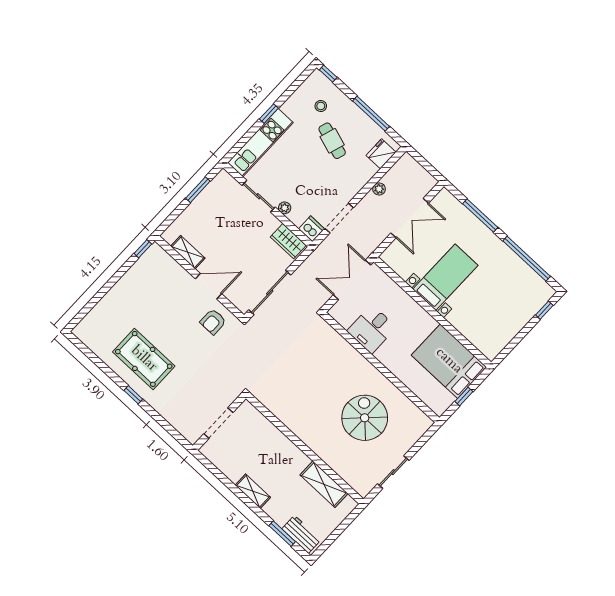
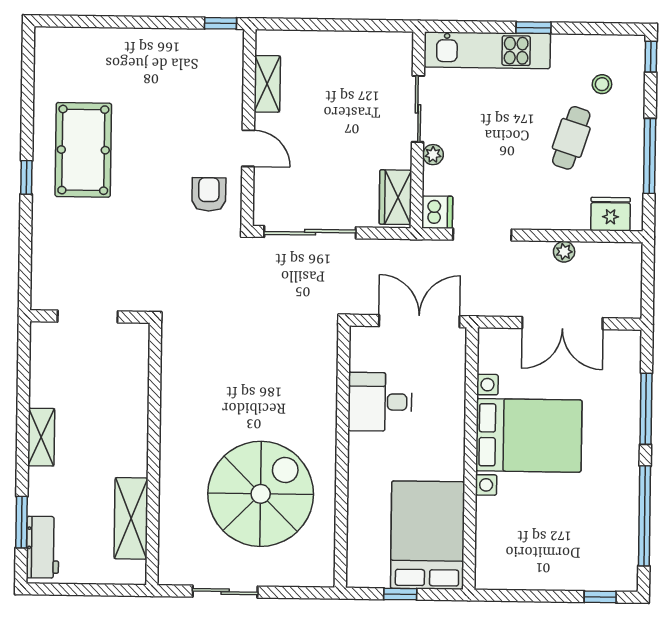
window: (198, 190) -> (357, 25), removed
bed with nightstands: (445, 277) -> (529, 435), width x1.36
door: (208, 286) -> (248, 148), width x0.73
armchair: (213, 322) -> (209, 194), turned 90
spiral stairs: (365, 418) -> (261, 494), width x1.37, depth x1.37

